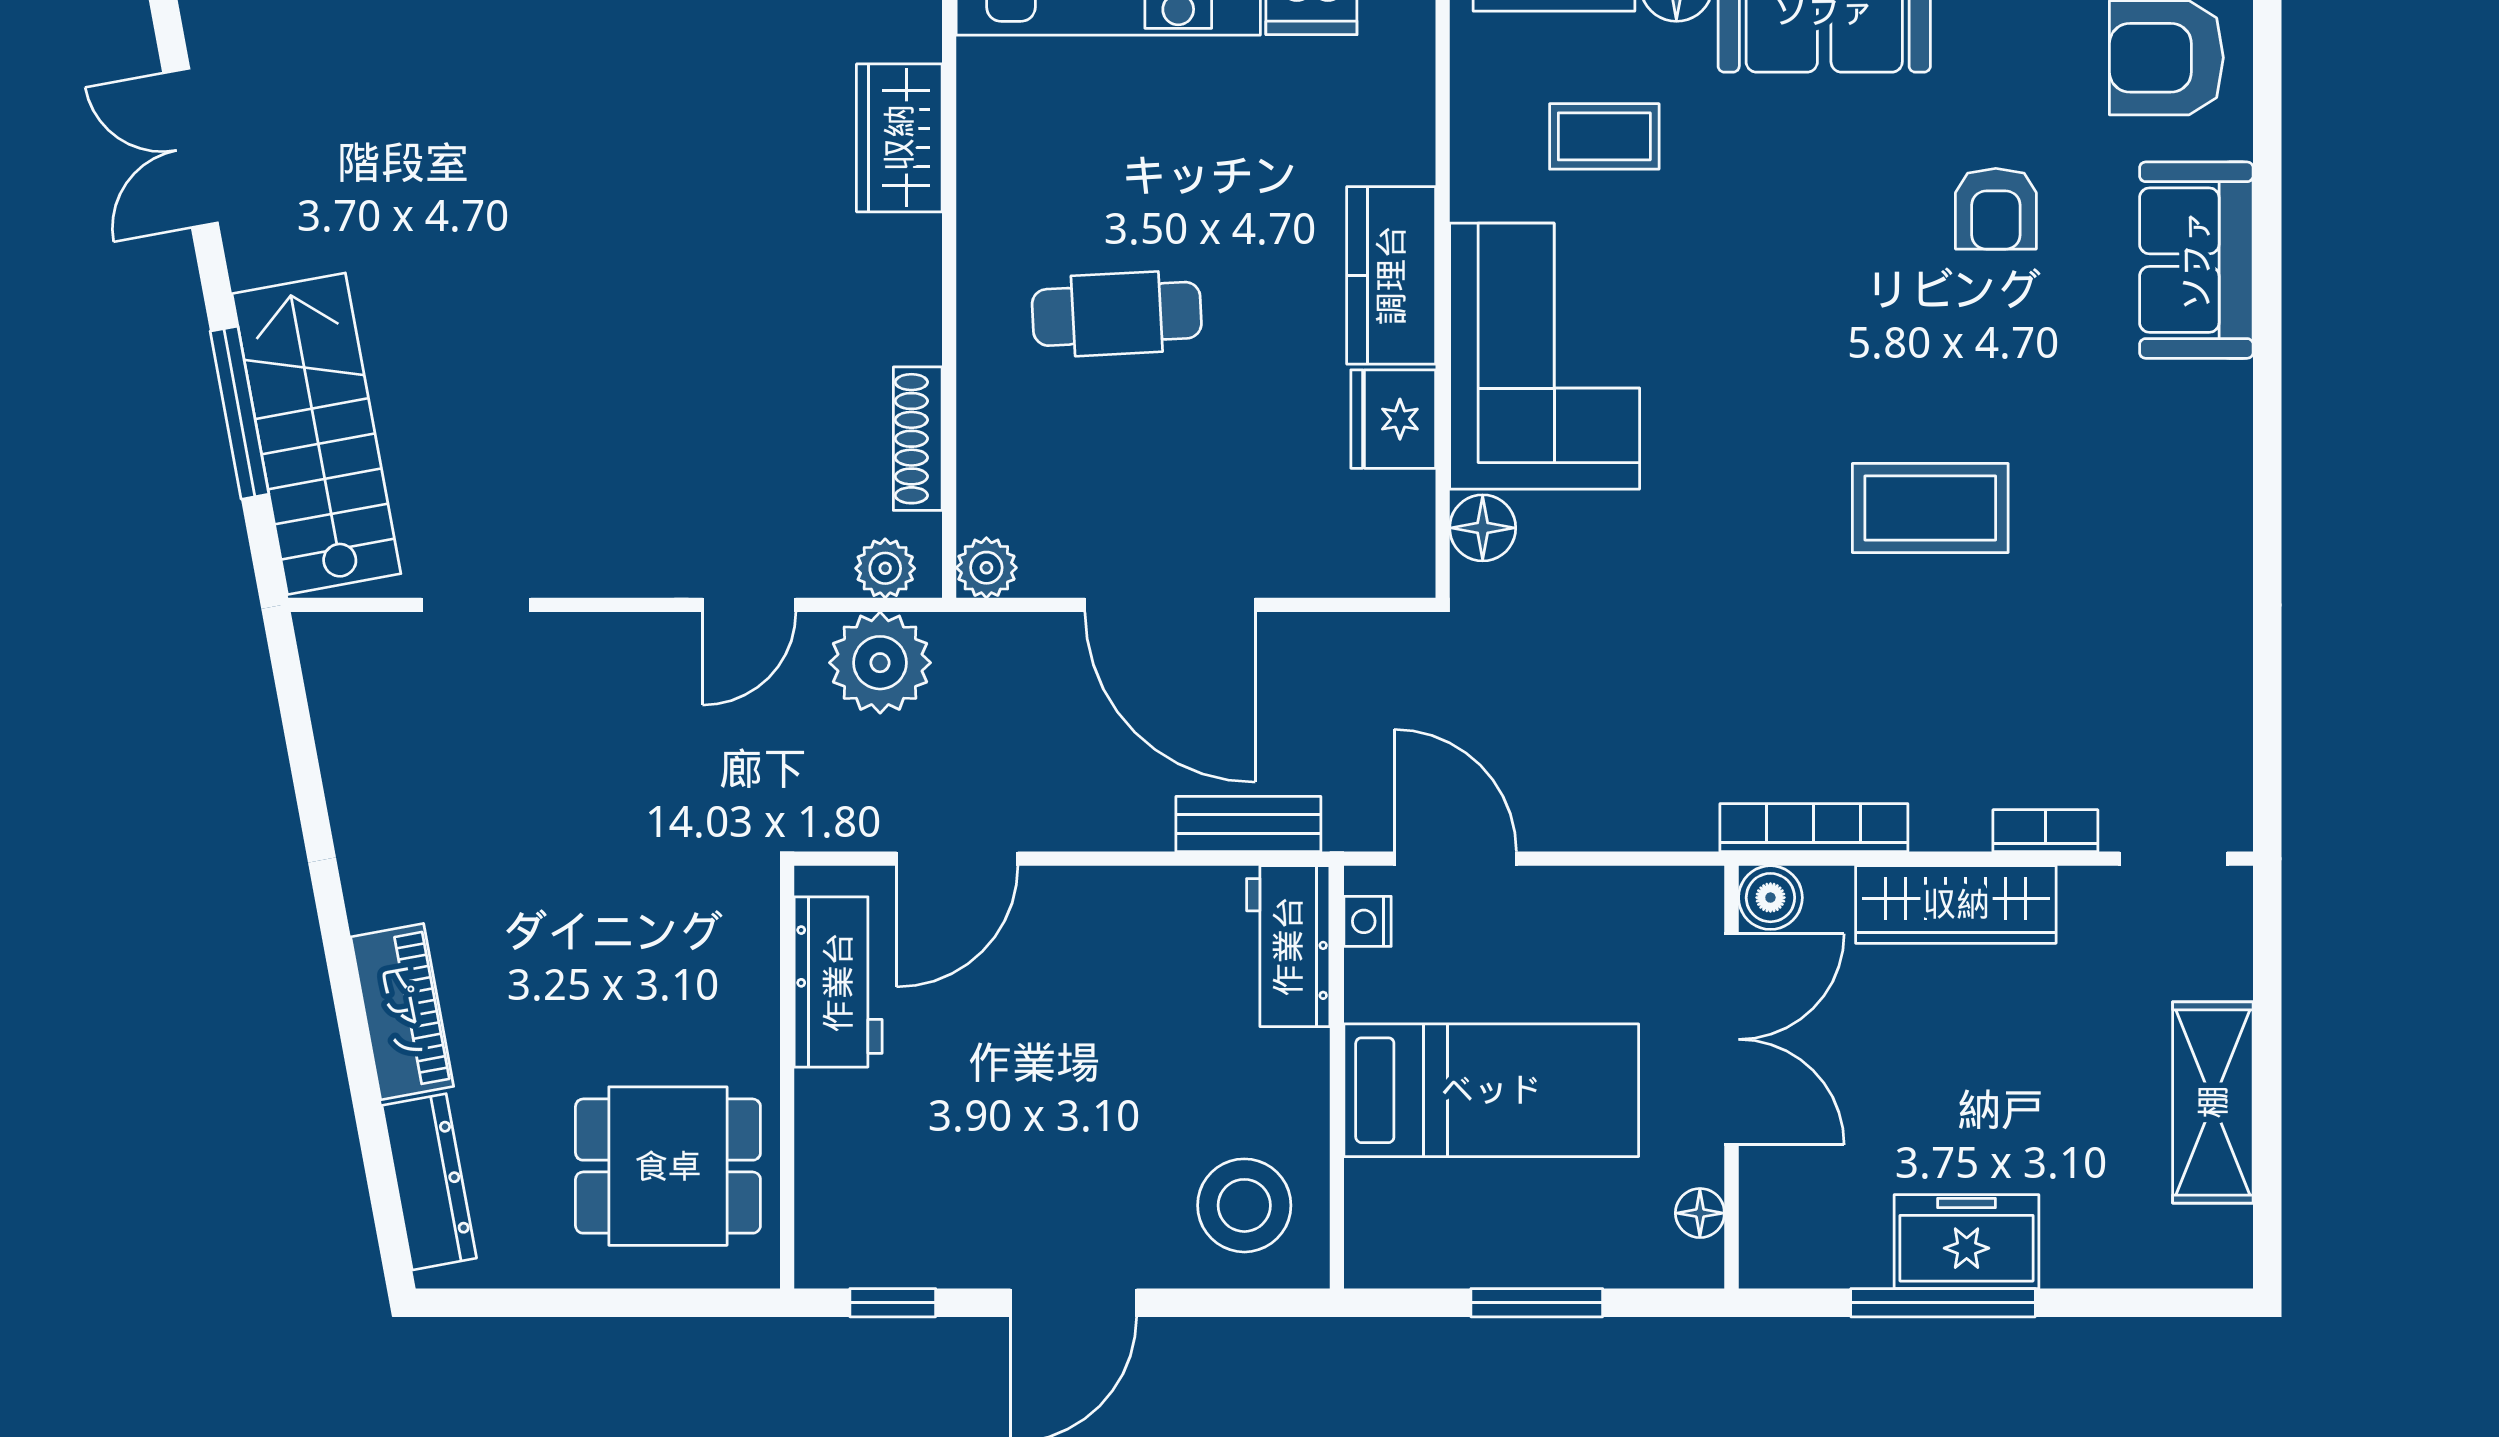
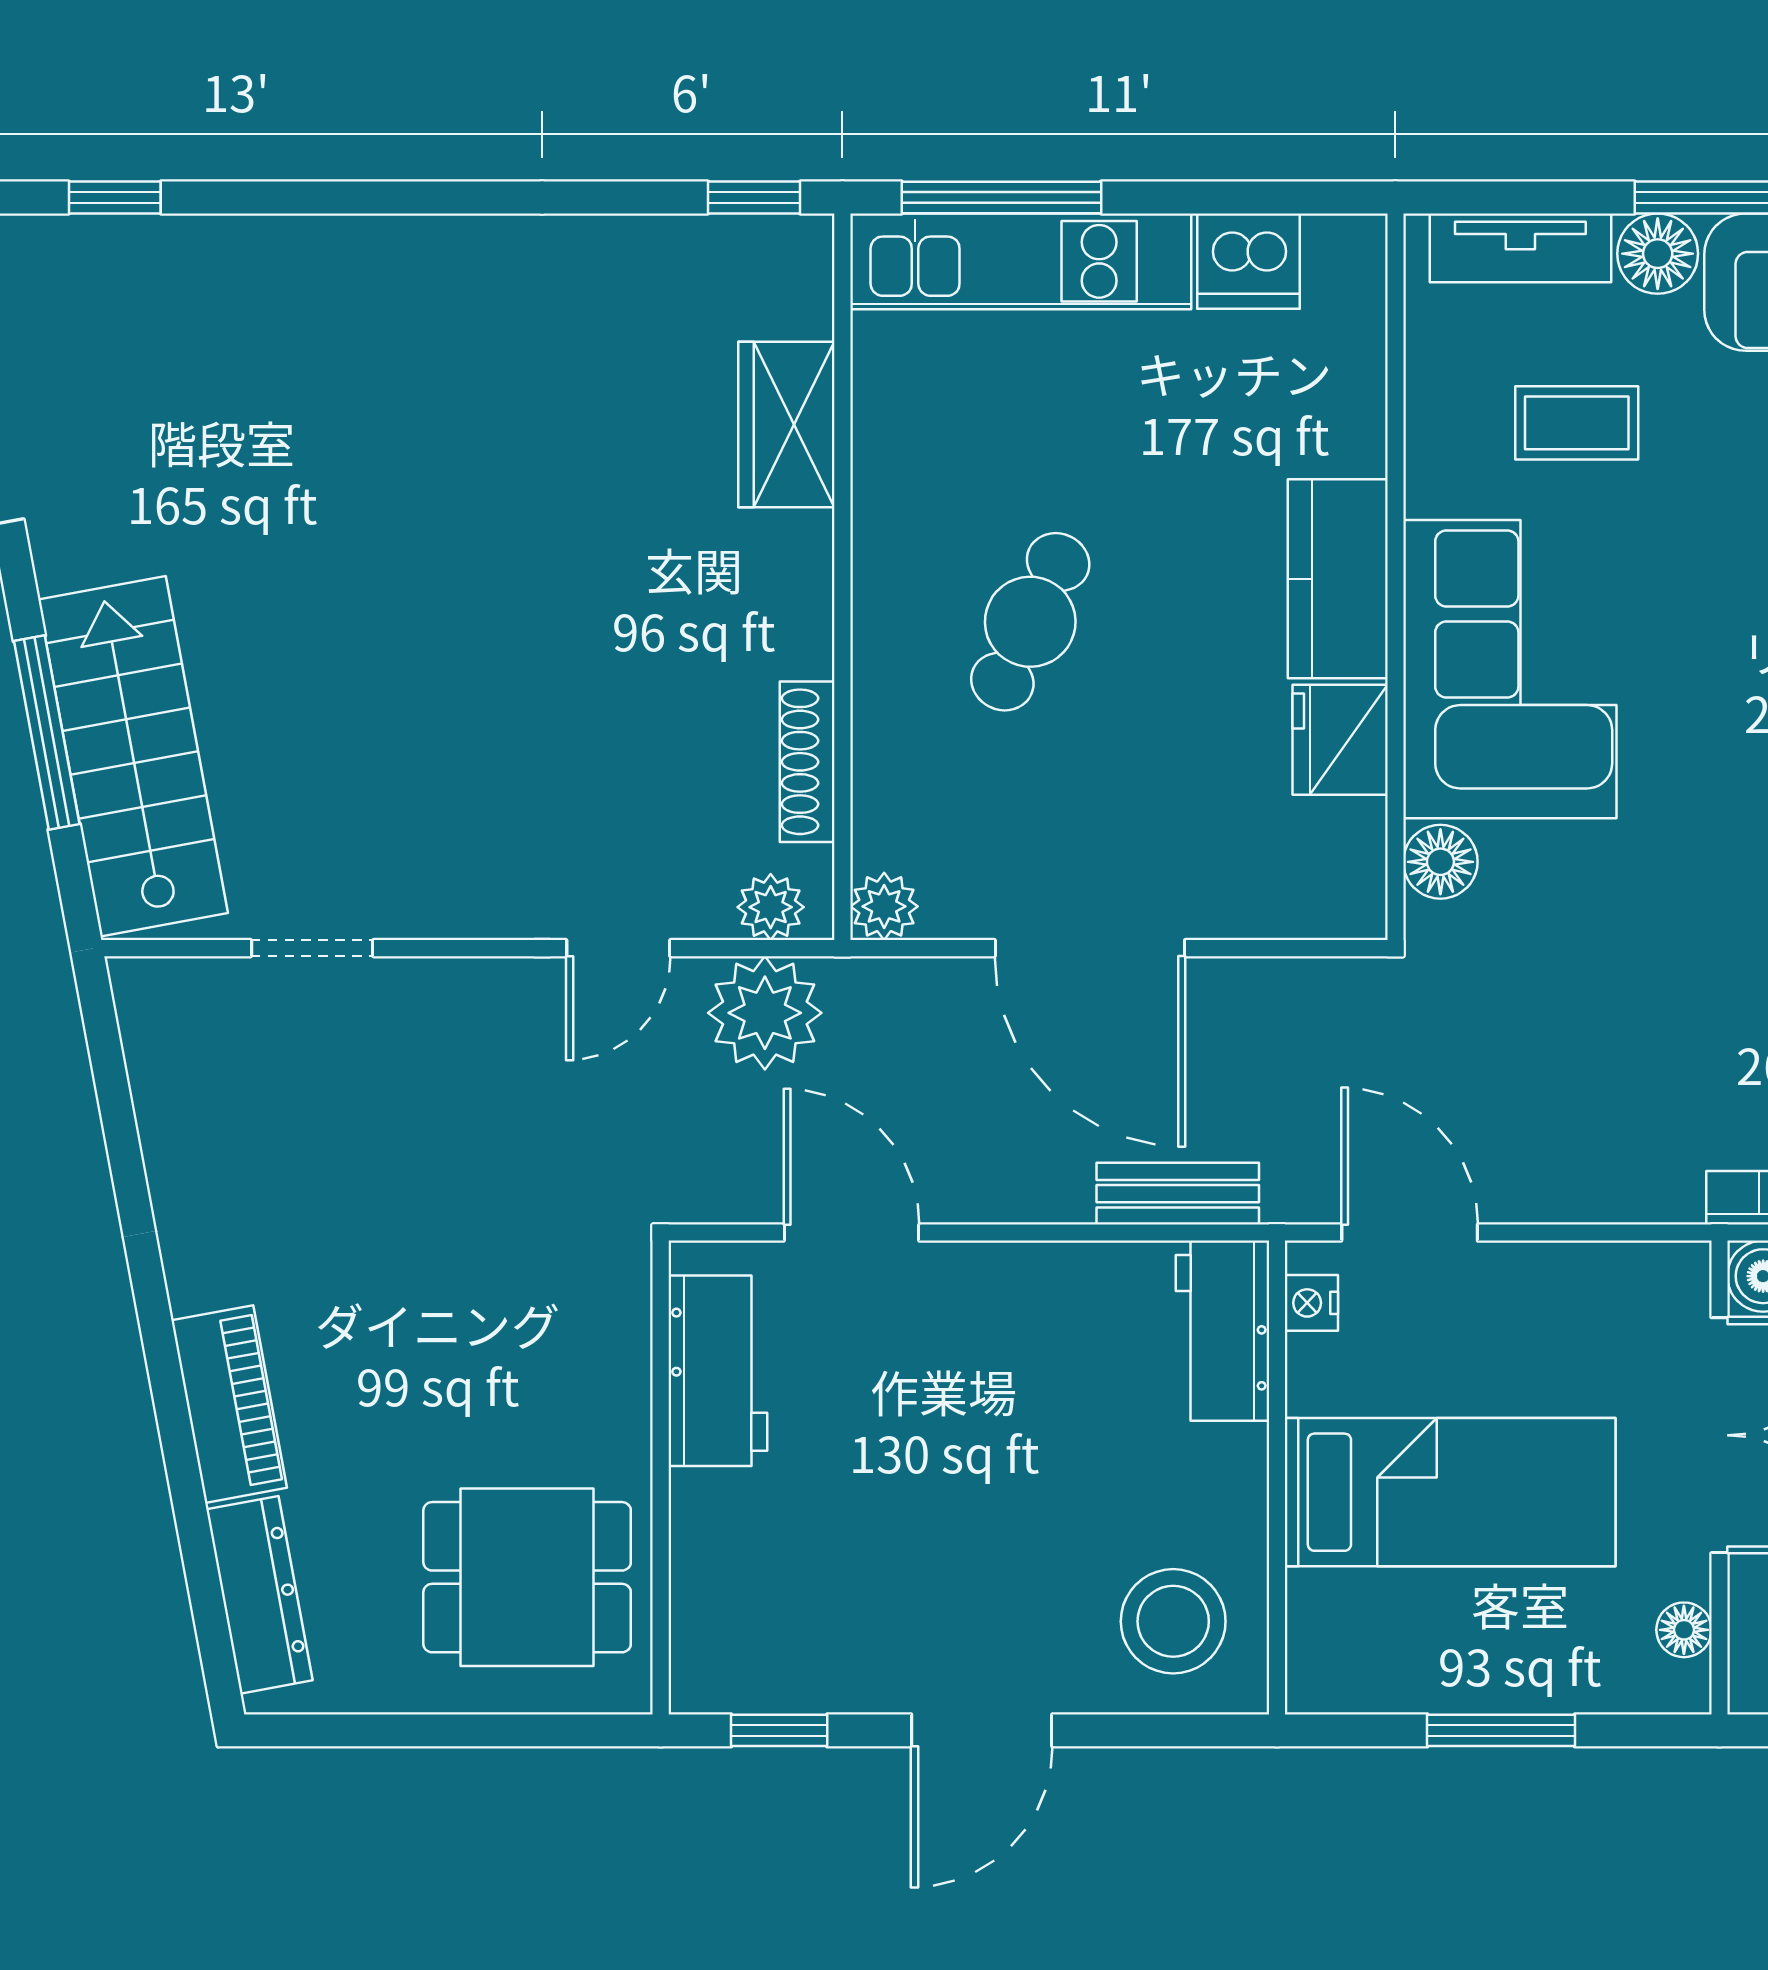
cafe table: (1117, 314) -> (1030, 622), turned -62
door: (957, 859) -> (852, 1233), swing flipped

